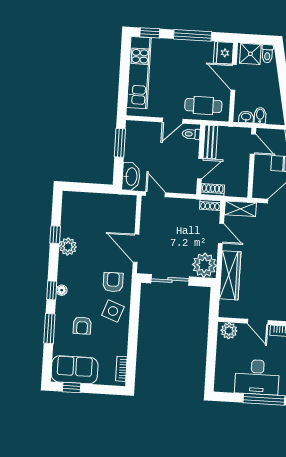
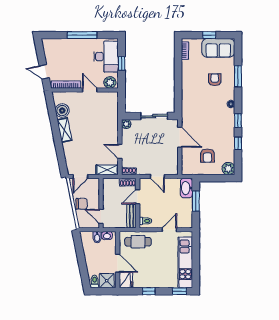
window: (193, 35) -> (149, 291), width x0.46
door: (173, 121) -> (169, 230), moved
window: (120, 143) -> (196, 201), moved
door: (155, 194) -> (157, 176), moved
plant: (68, 247) -> (228, 169), moved
plant: (204, 265) -> (126, 124), width x0.53, depth x0.53
wardrobe: (230, 275) -> (112, 122), removed
armchair: (113, 282) -> (207, 156), moved
window: (52, 290) -> (238, 120), moved
side table: (113, 311) -> (193, 91), removed
window: (211, 356) -> (122, 63), added
desk: (257, 377) -> (106, 57), moved, turned 90
window: (72, 387) -> (209, 35), moved

